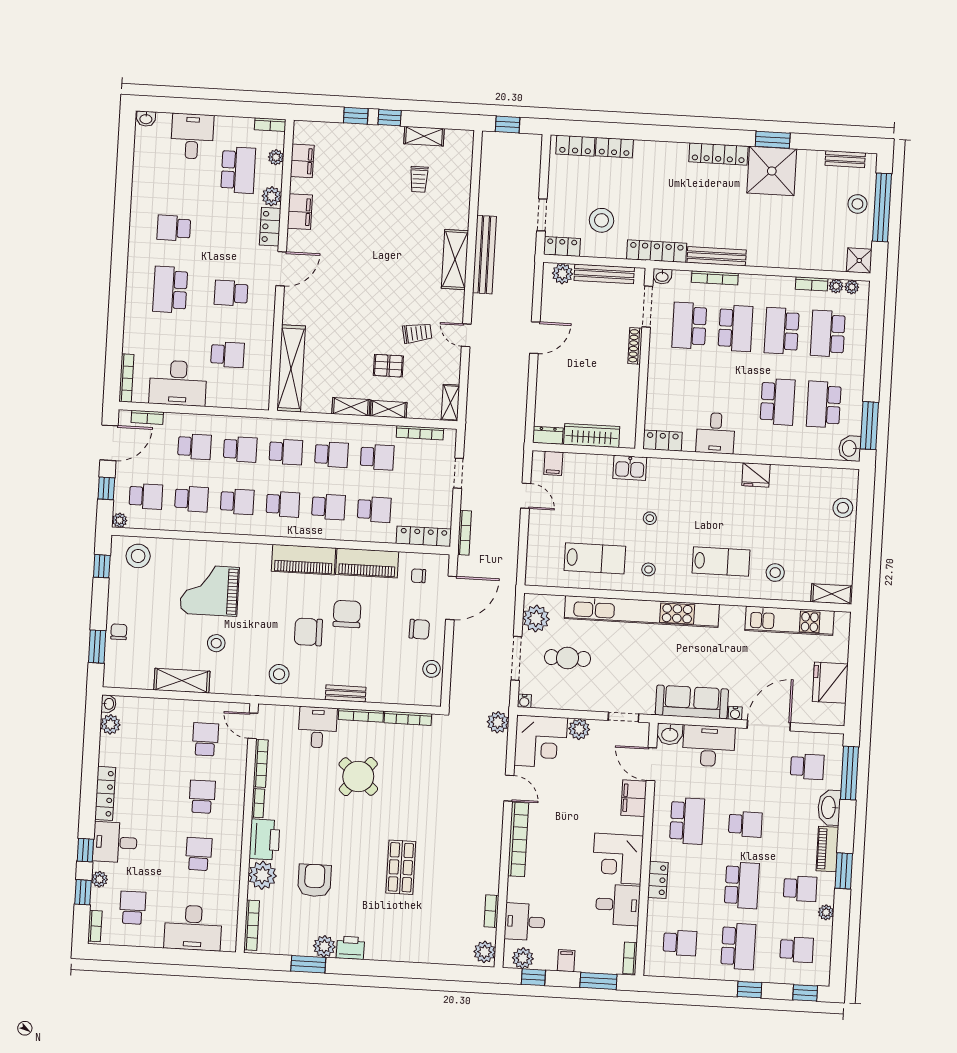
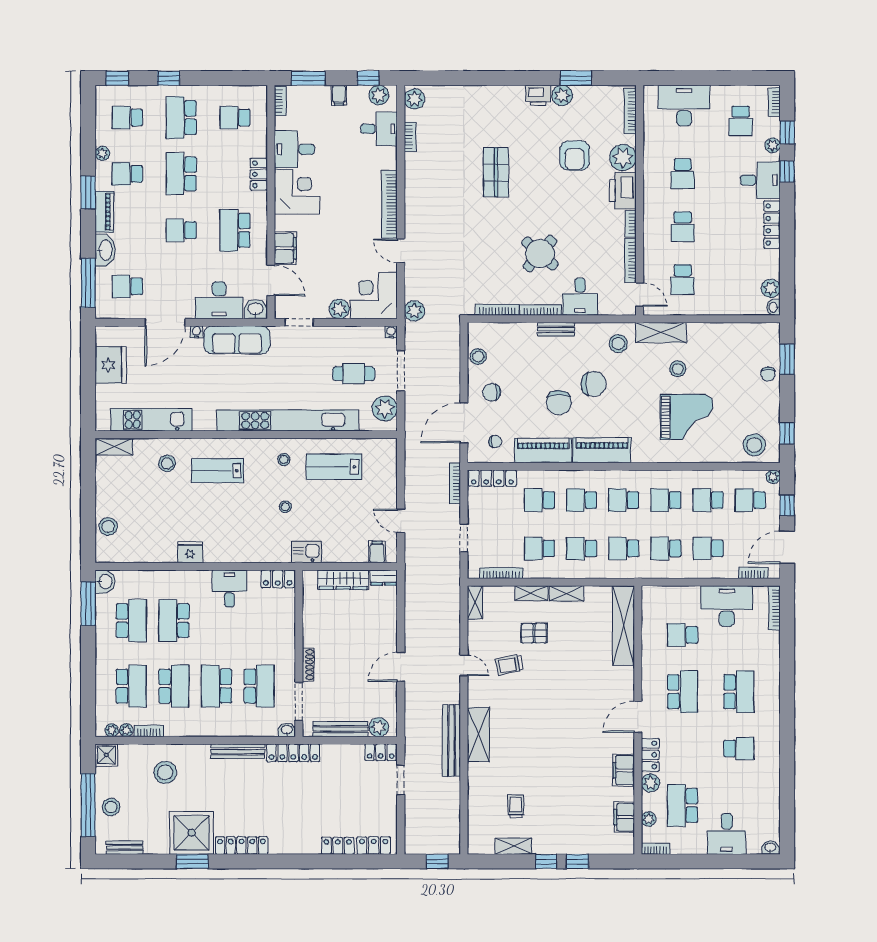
stool: (601, 220) -> (165, 772), moved
bookcase: (715, 278) -> (238, 731), removed
school desk: (231, 293) -> (683, 692), width x1.85
shelving: (182, 681) -> (661, 332), moved

